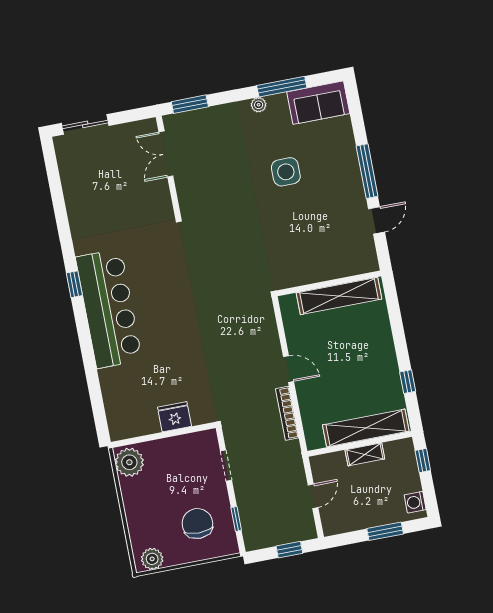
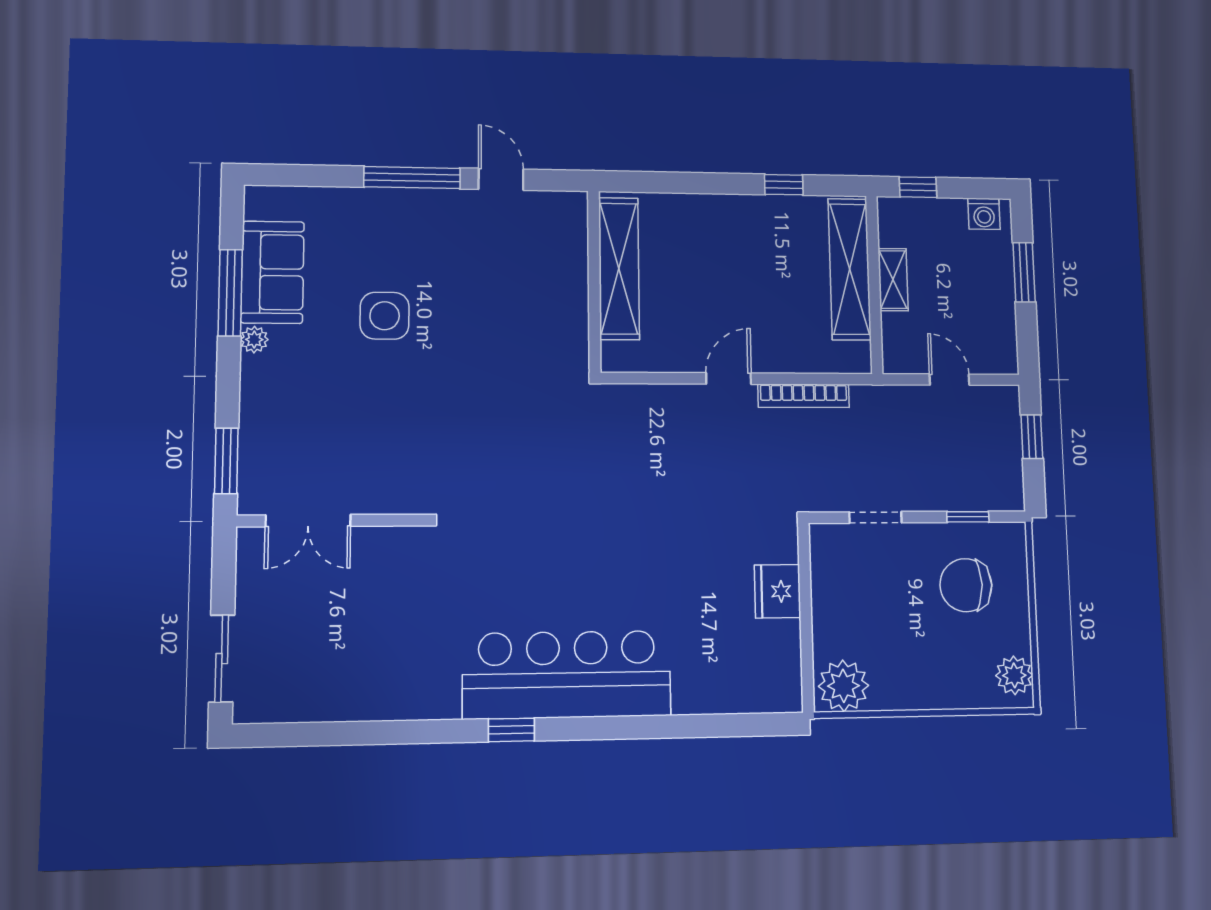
sofa: (318, 103) -> (273, 272), moved

